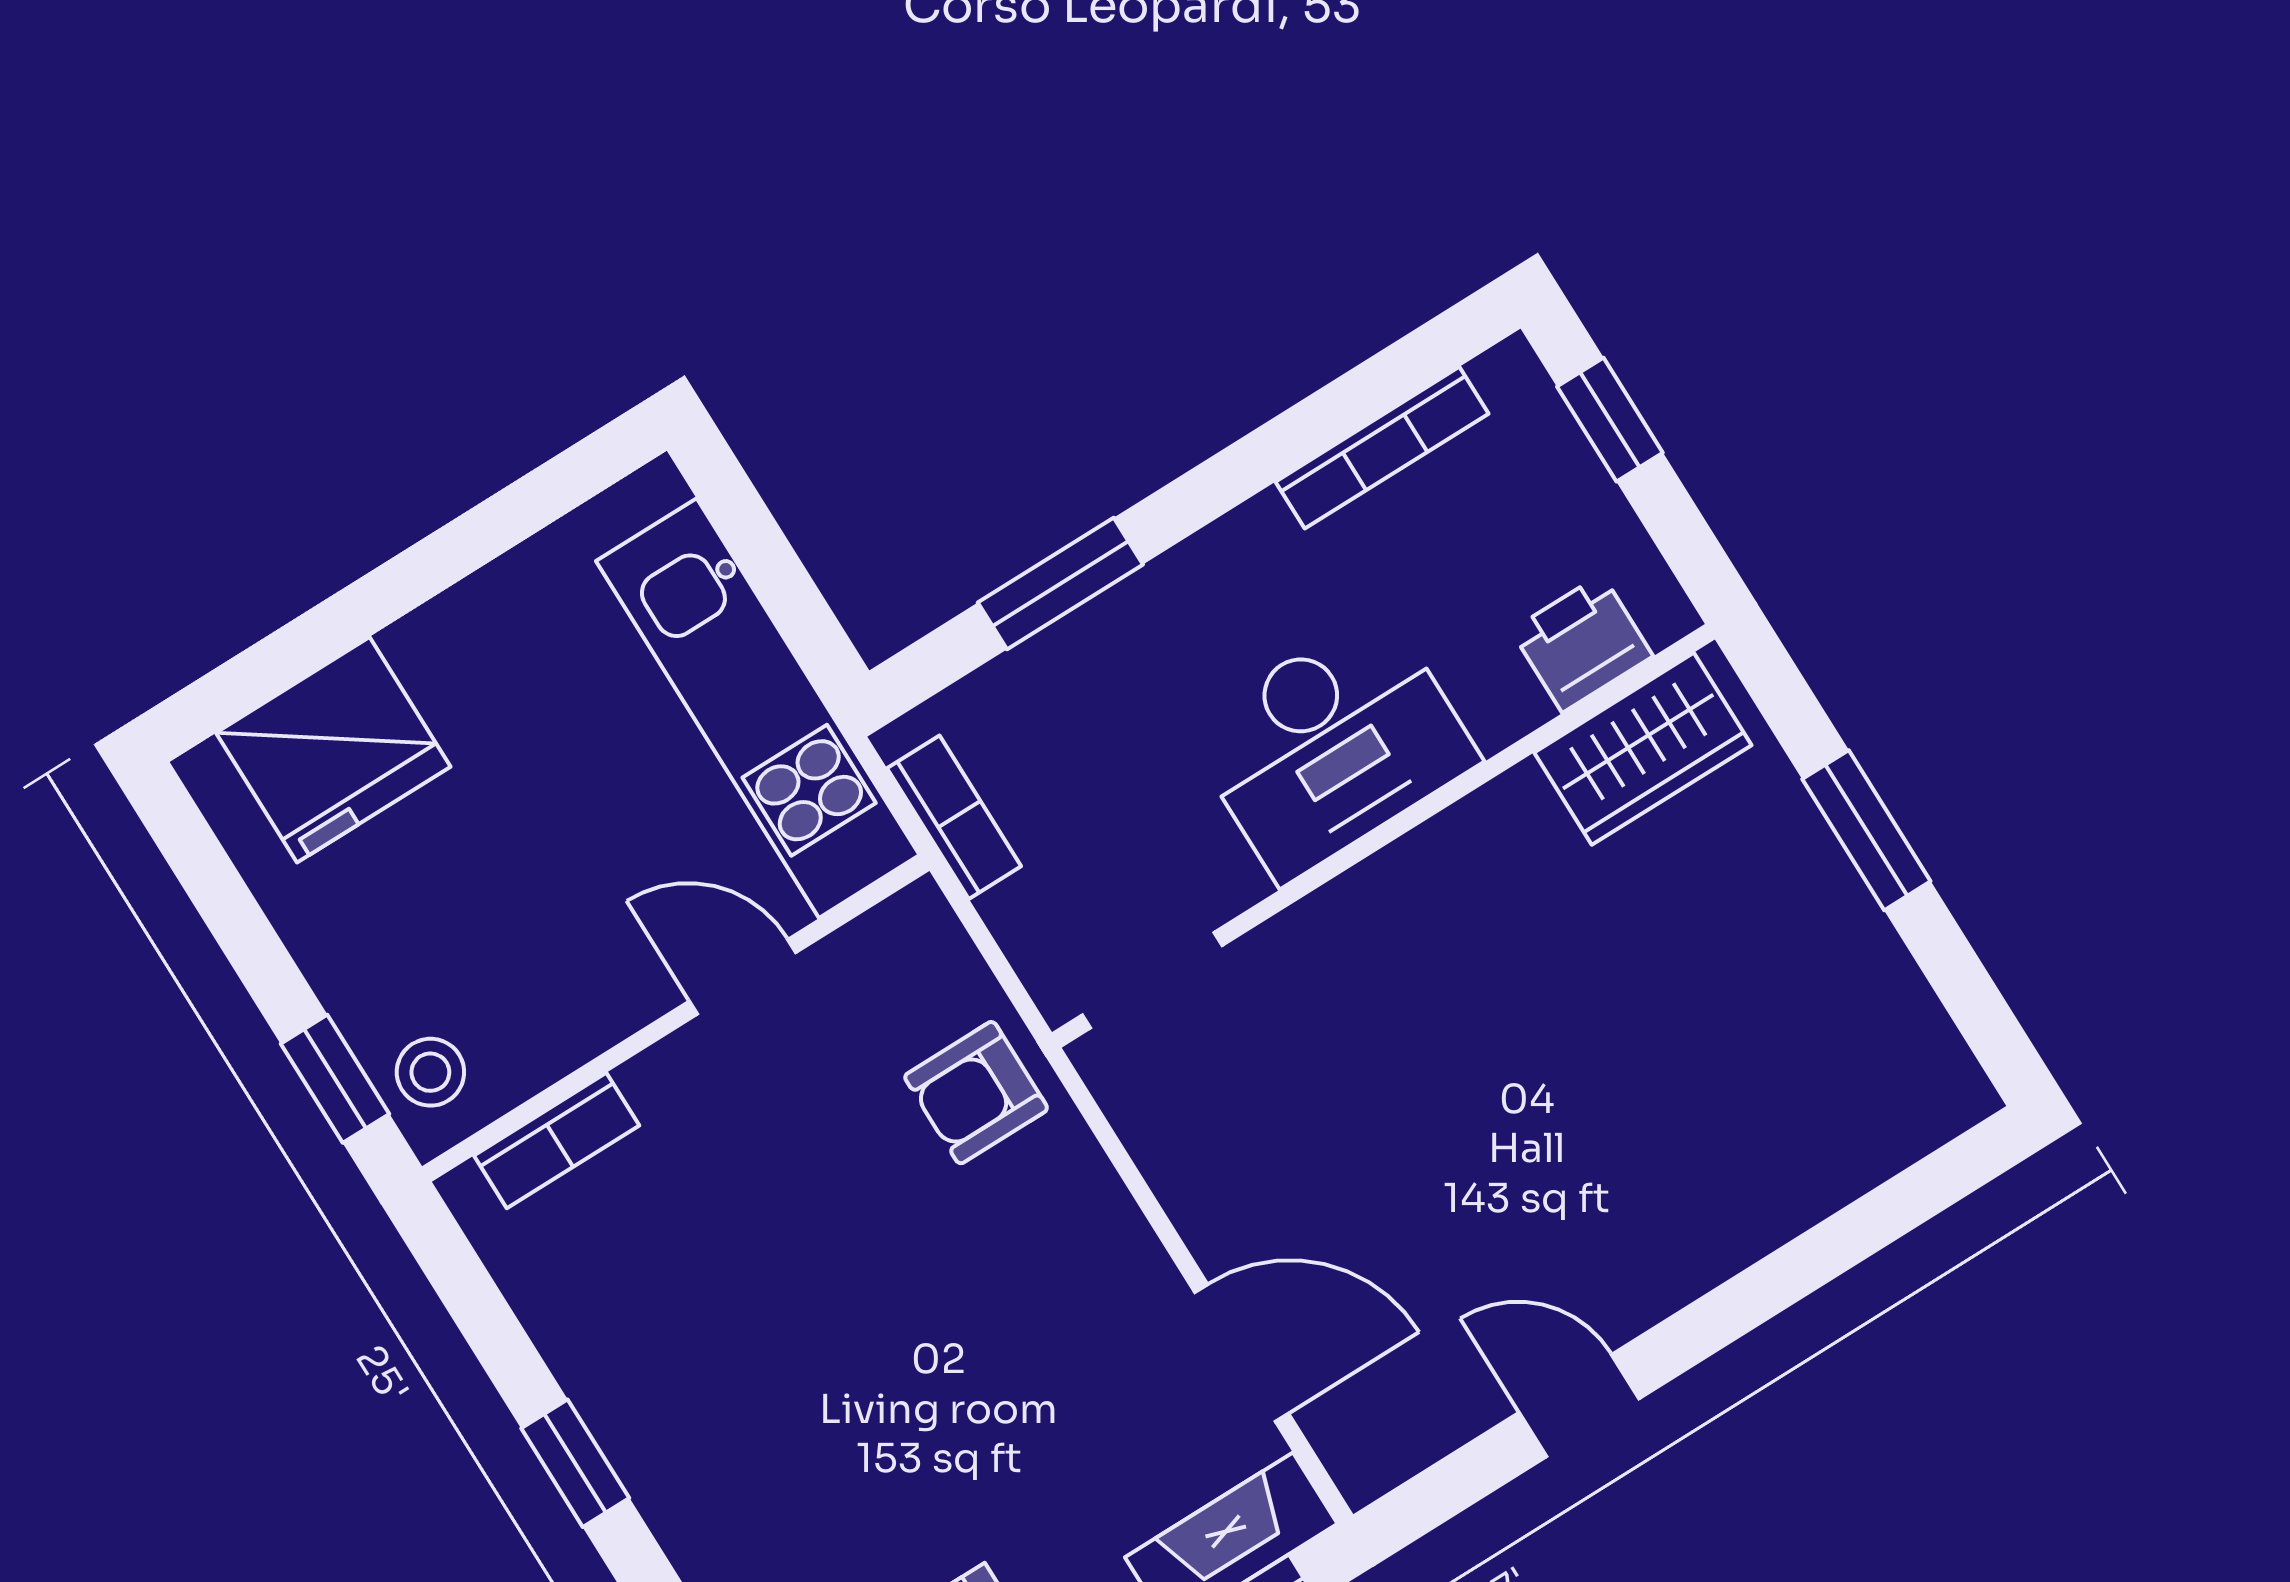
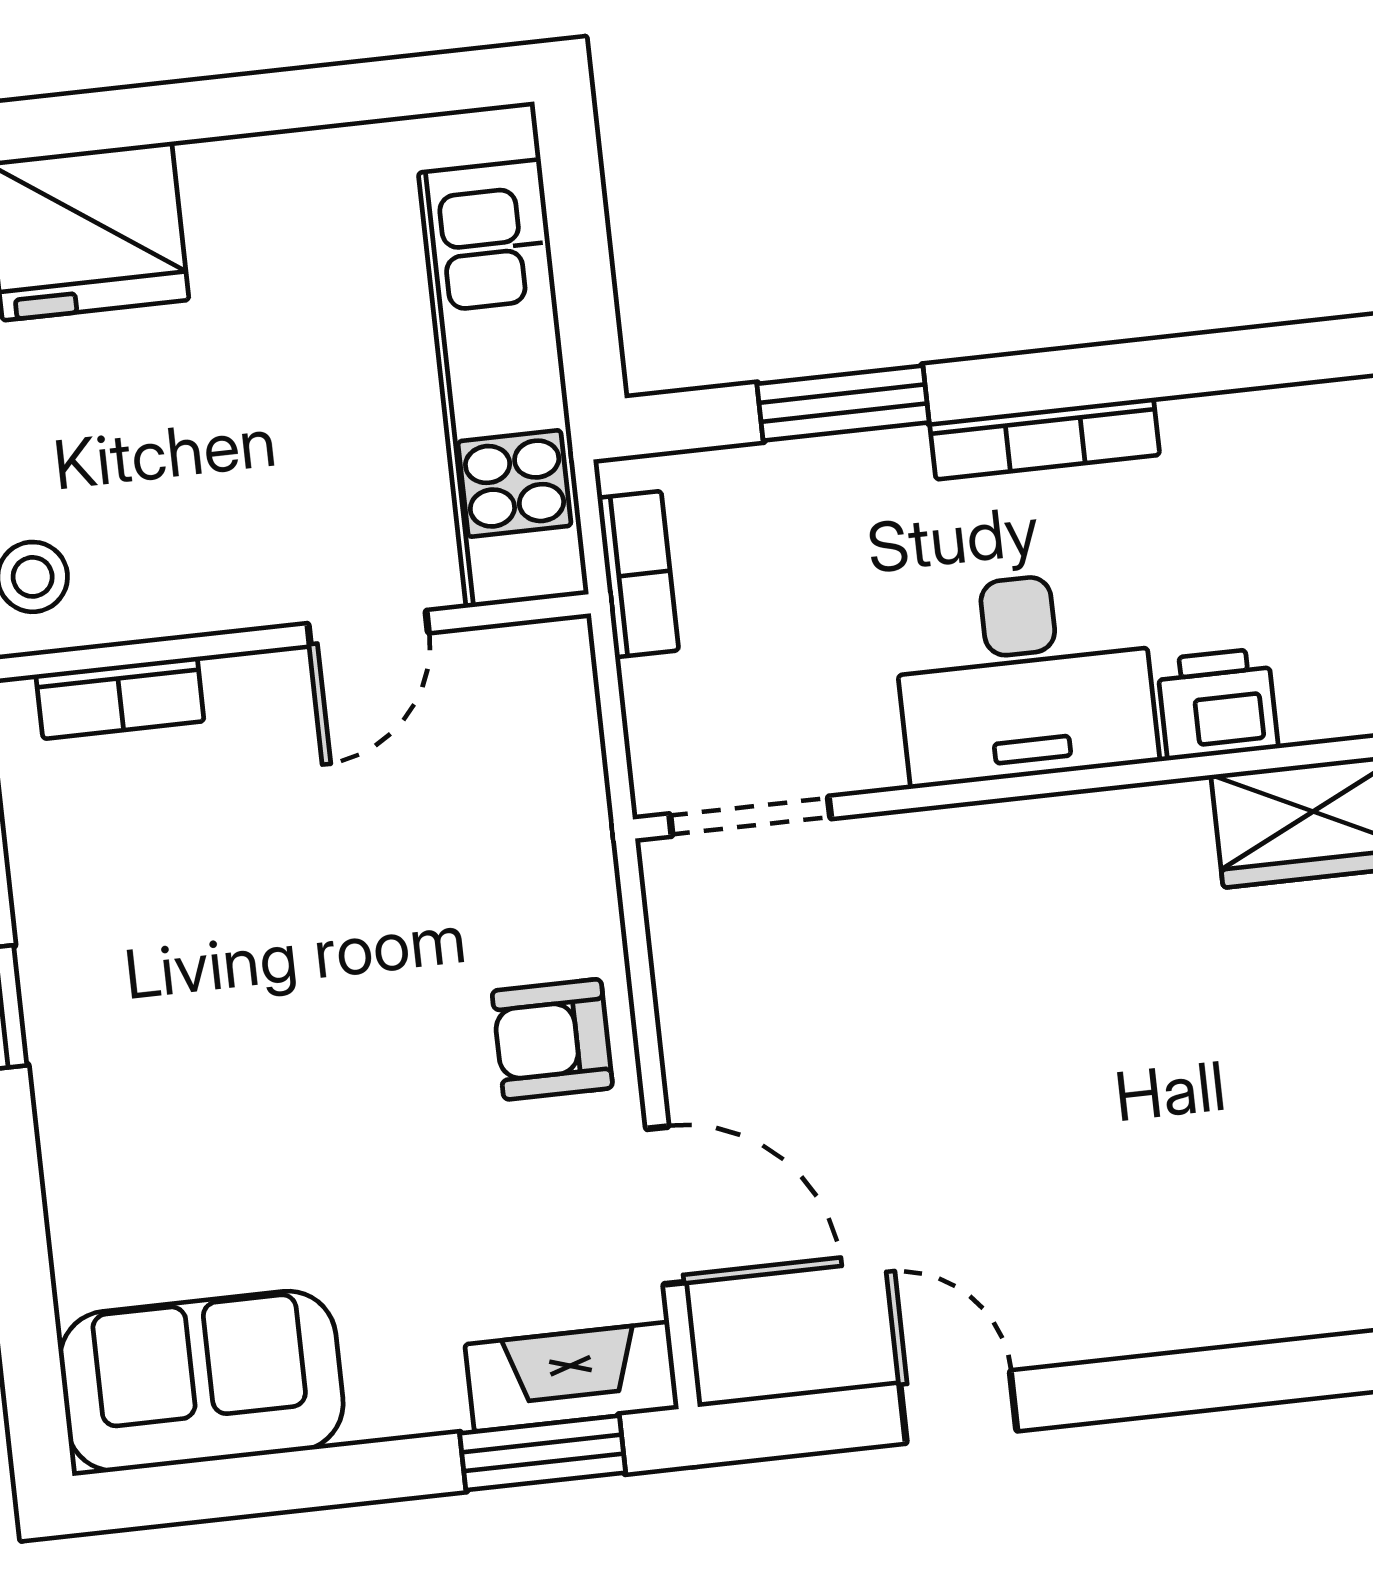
bookcase: (1382, 448) -> (1045, 439), moved
printer: (1582, 643) -> (1218, 704), moved
door: (743, 977) -> (368, 628), swing flipped
armchair: (976, 1093) -> (552, 1039), moved

